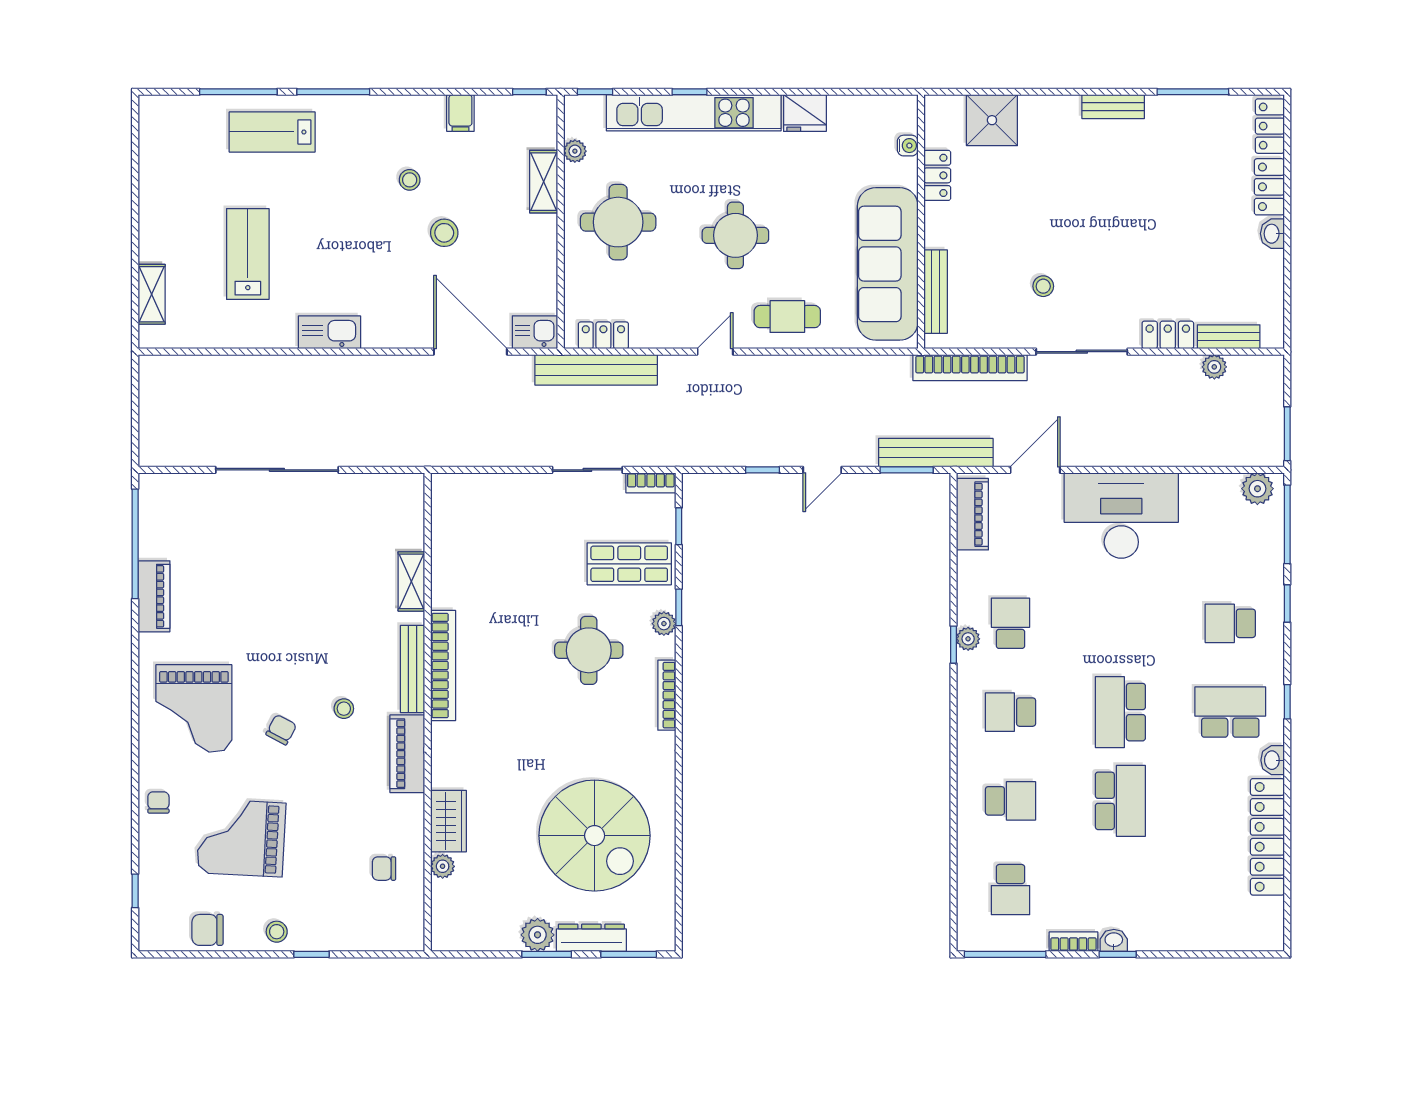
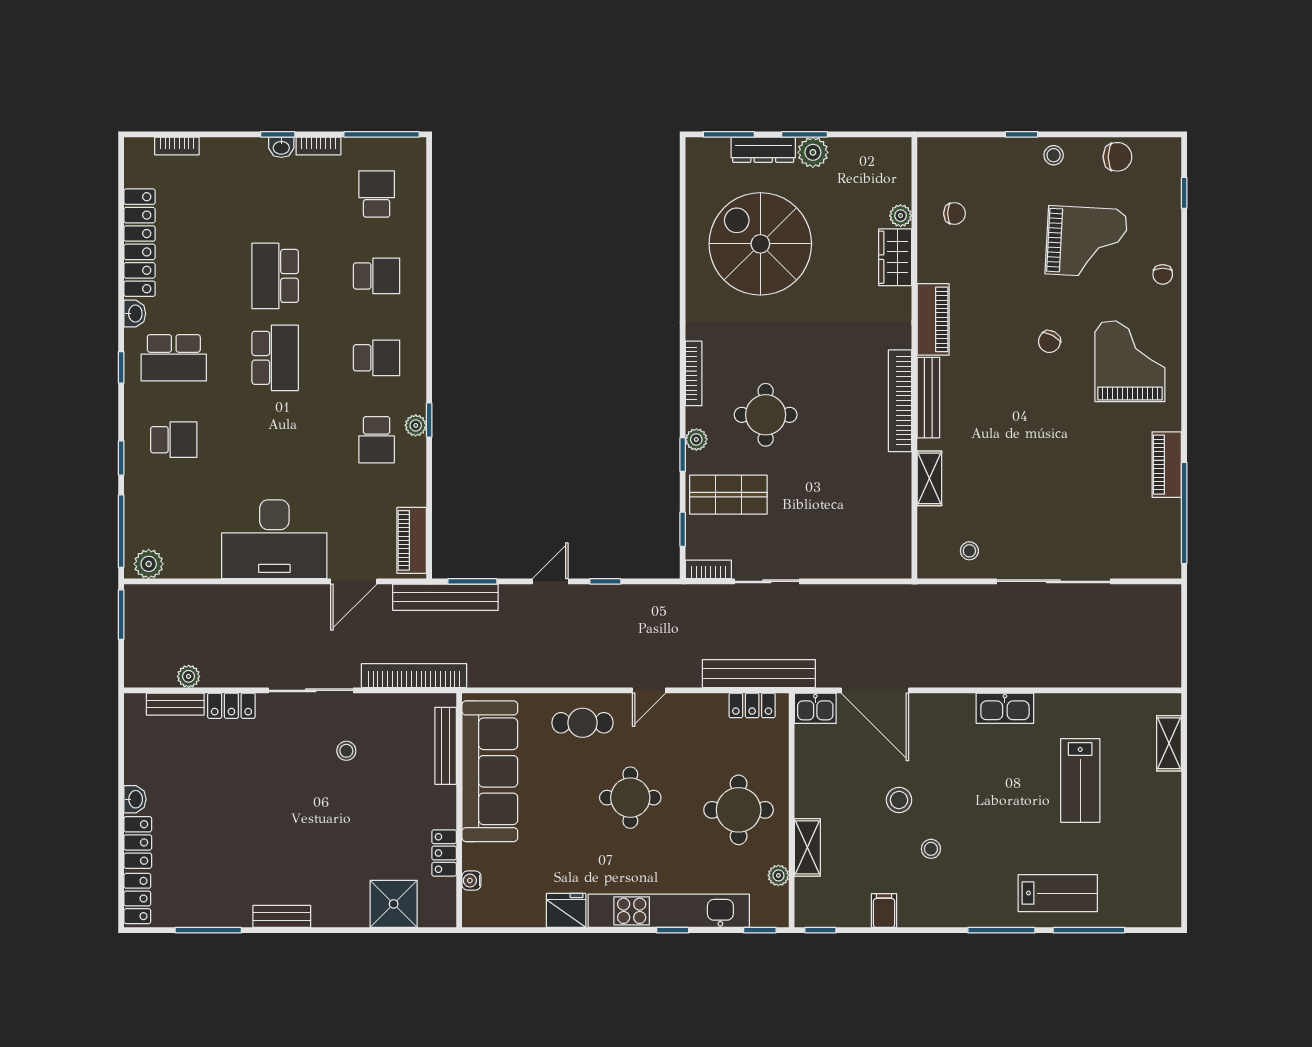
stool: (344, 709) -> (969, 551), moved
school desk: (1010, 801) -> (377, 276), turned 180
bookcase: (1227, 942) -> (177, 146), added

